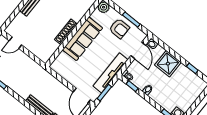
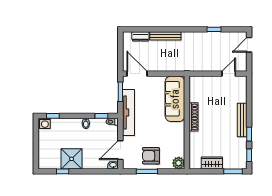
sofa: (83, 39) -> (175, 99), moved
door: (138, 50) -> (120, 150), hinge flipped
shower: (168, 64) -> (72, 159), moved

